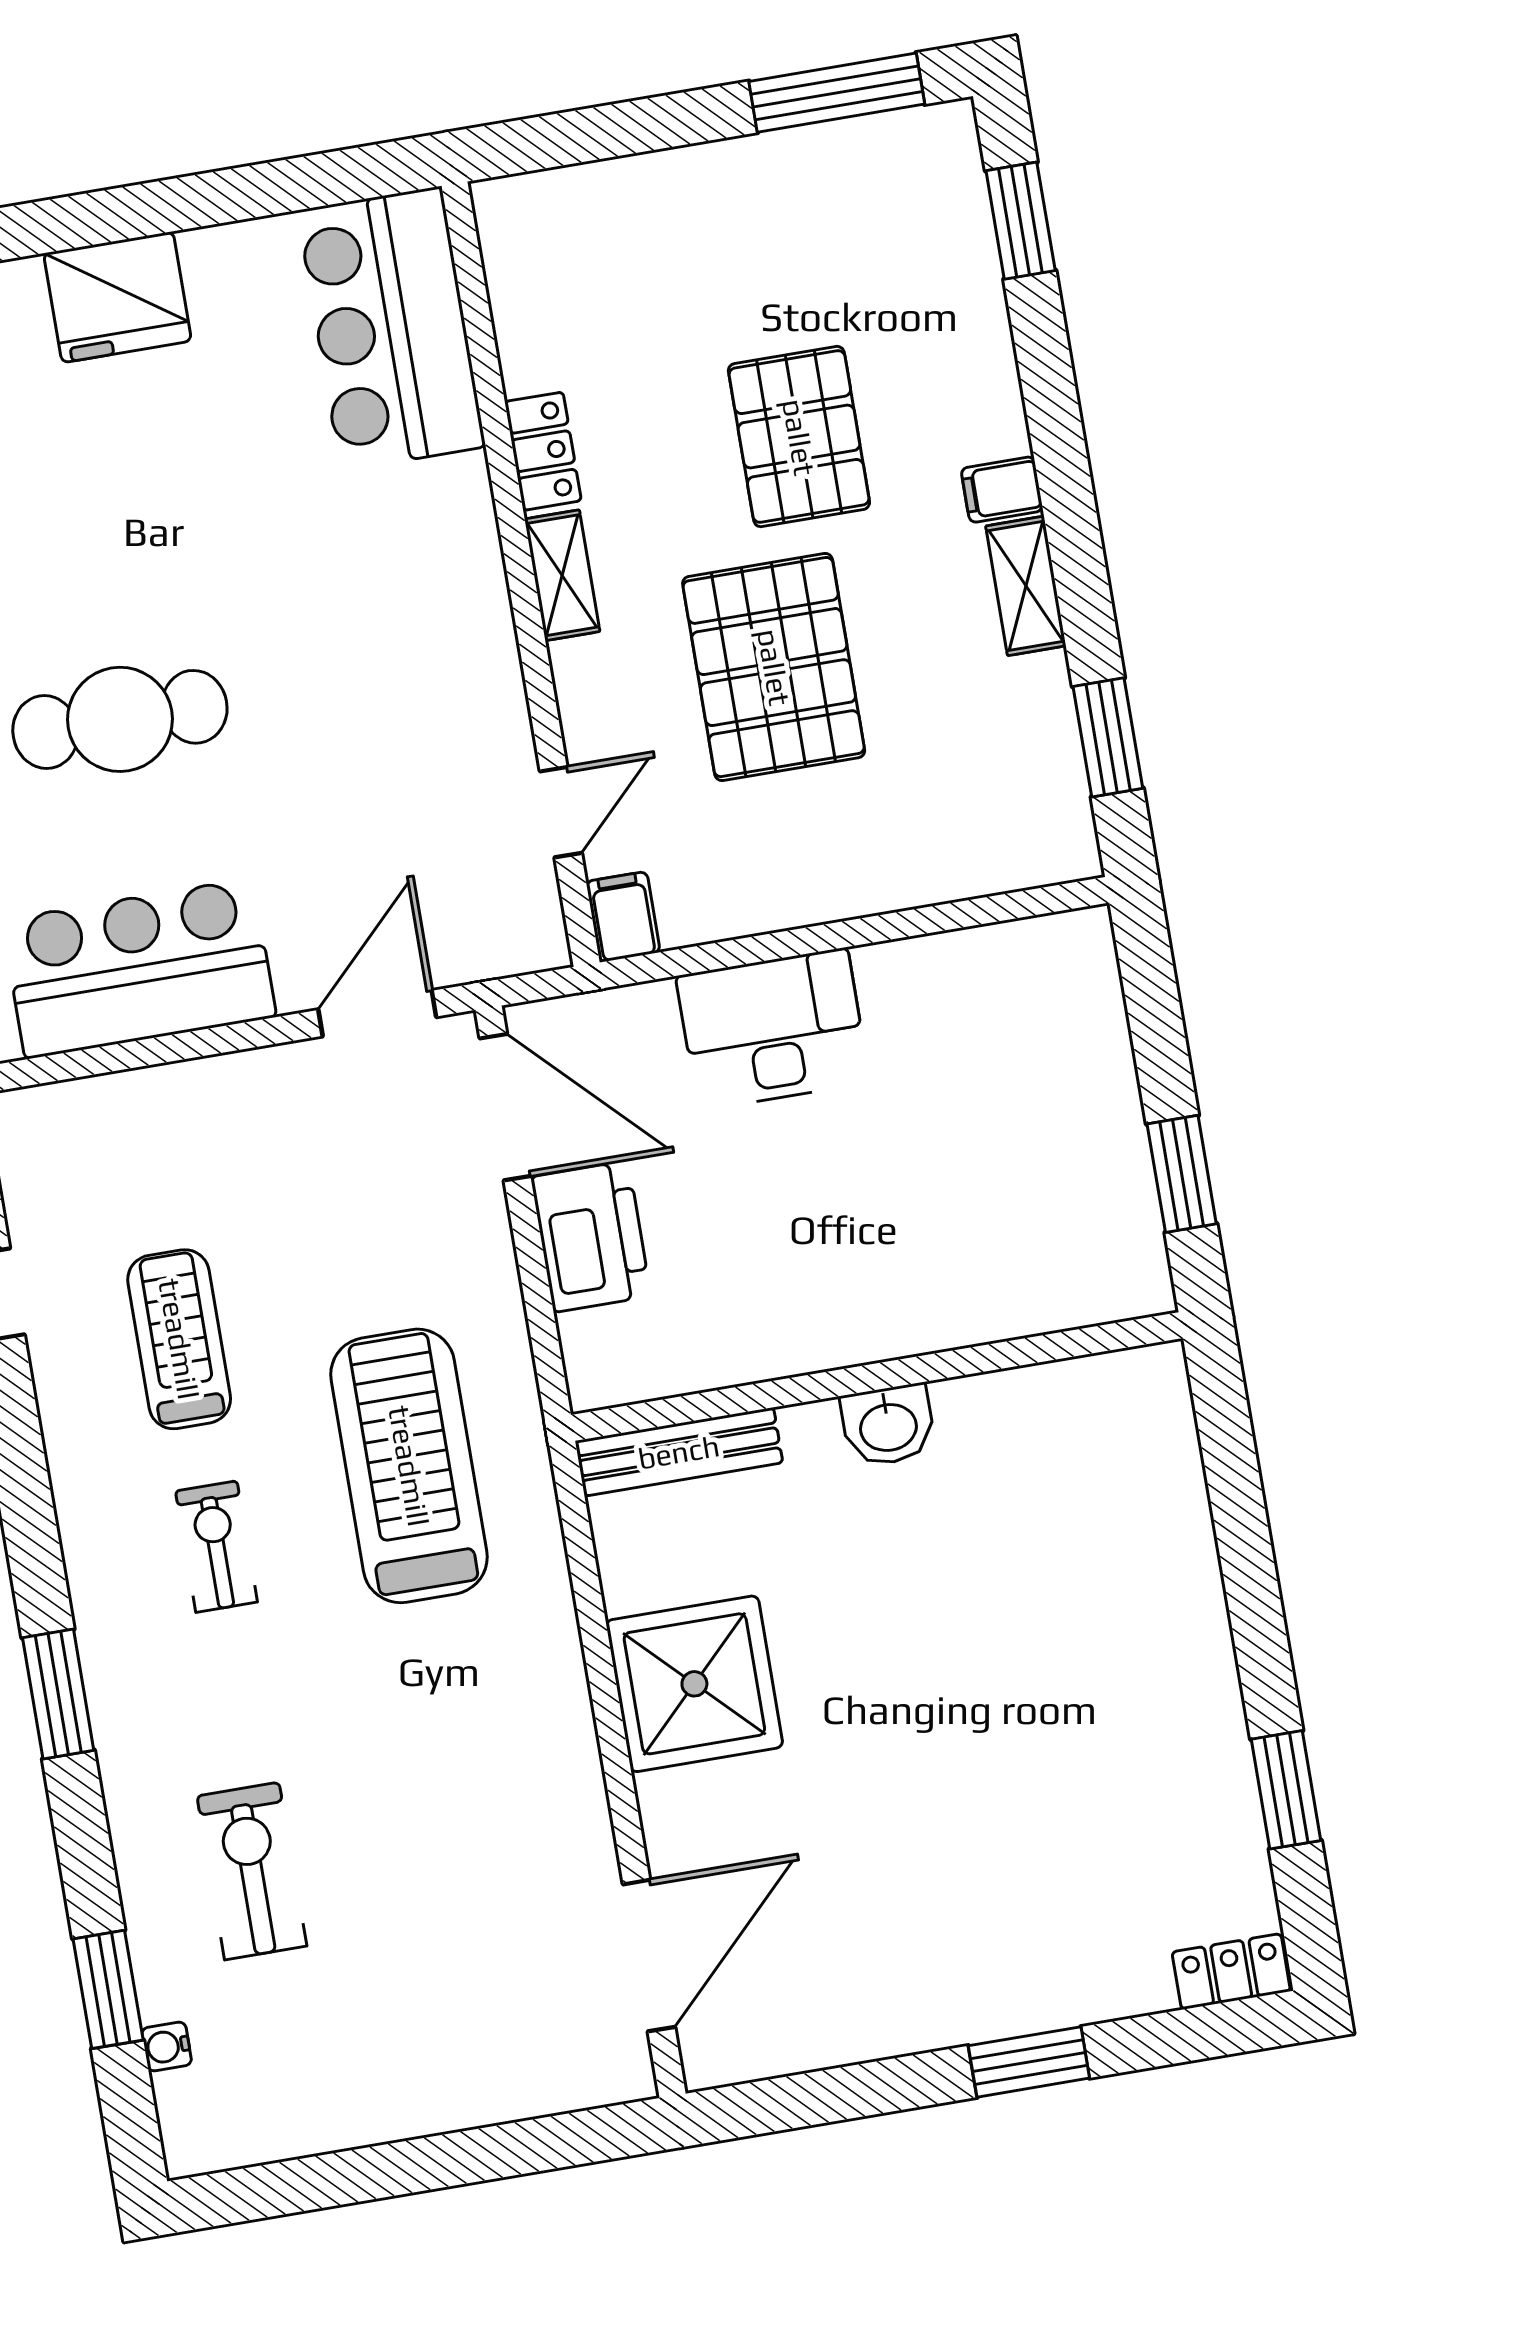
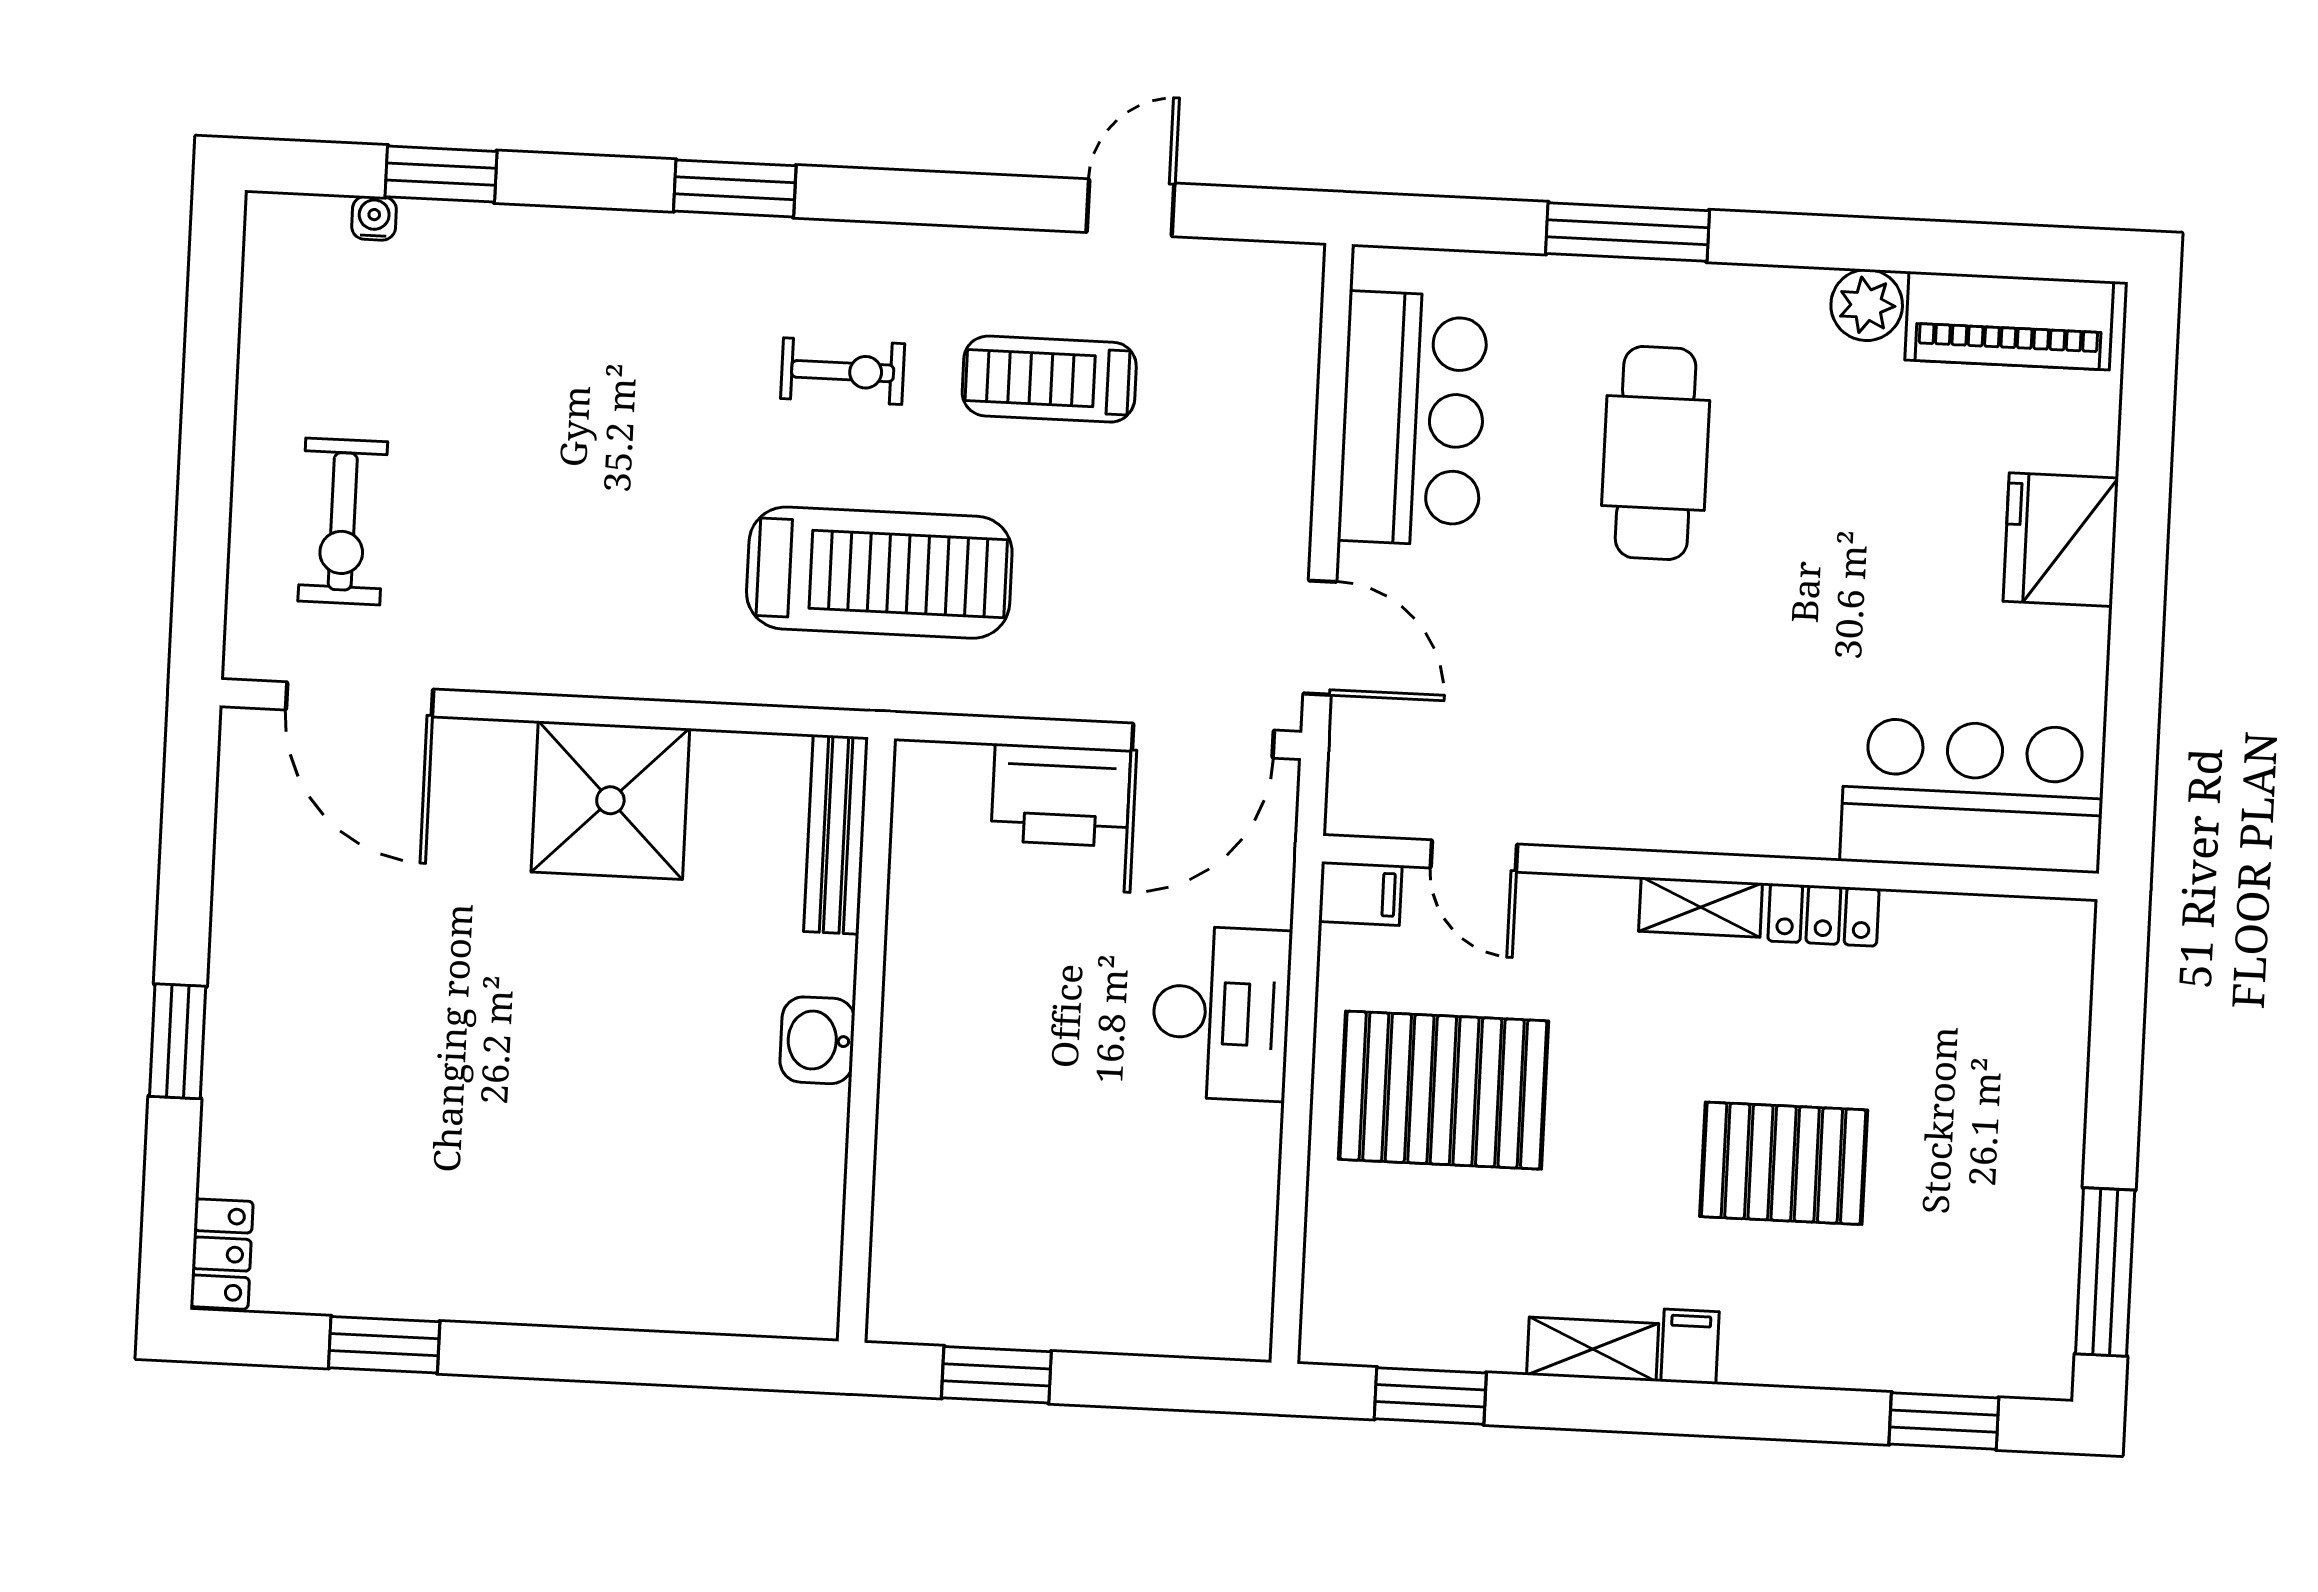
pallet: (774, 667) -> (1443, 1090), moved
treadmill: (179, 1339) -> (1049, 379), turned 180
exercise bike: (252, 1871) -> (343, 521), moved, turned 90

